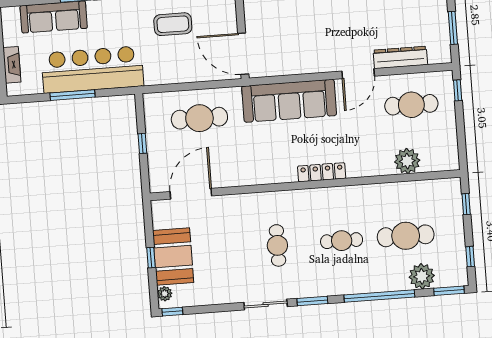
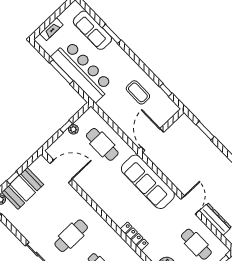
door: (358, 74) -> (190, 205), swing flipped
plant: (153, 138) -> (73, 129), added
locker: (322, 172) -> (134, 236), moved
cafe table: (277, 245) -> (71, 236), width x1.37, depth x1.35

